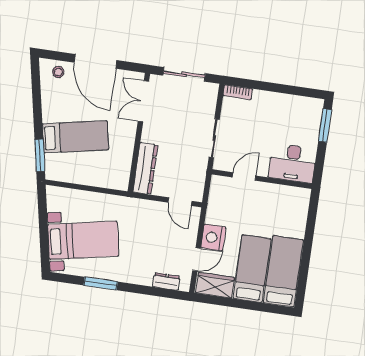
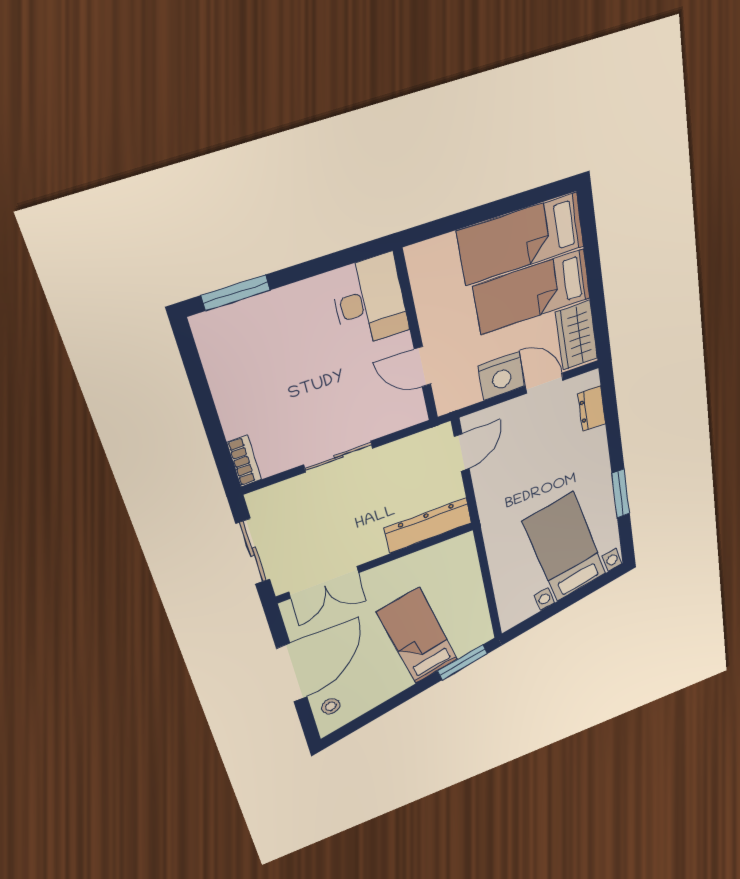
desk: (293, 163) -> (370, 301), moved
door: (244, 176) -> (422, 367), moved
wall: (262, 179) -> (416, 337), moved

